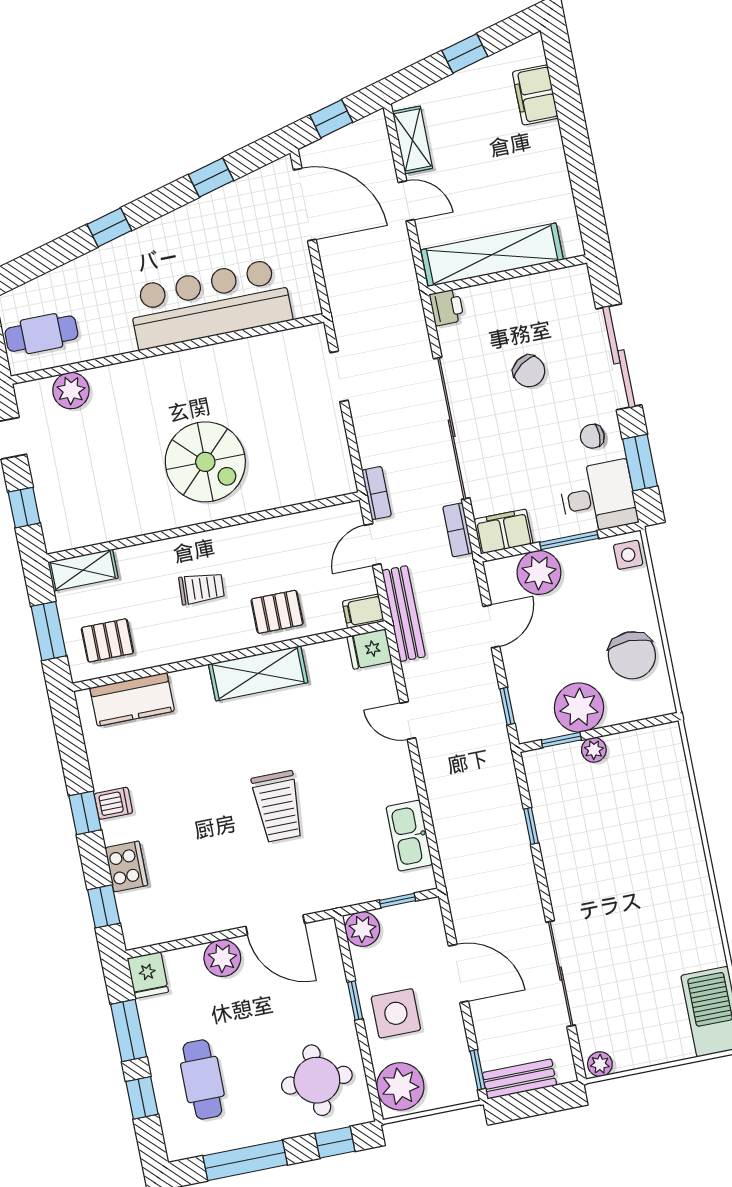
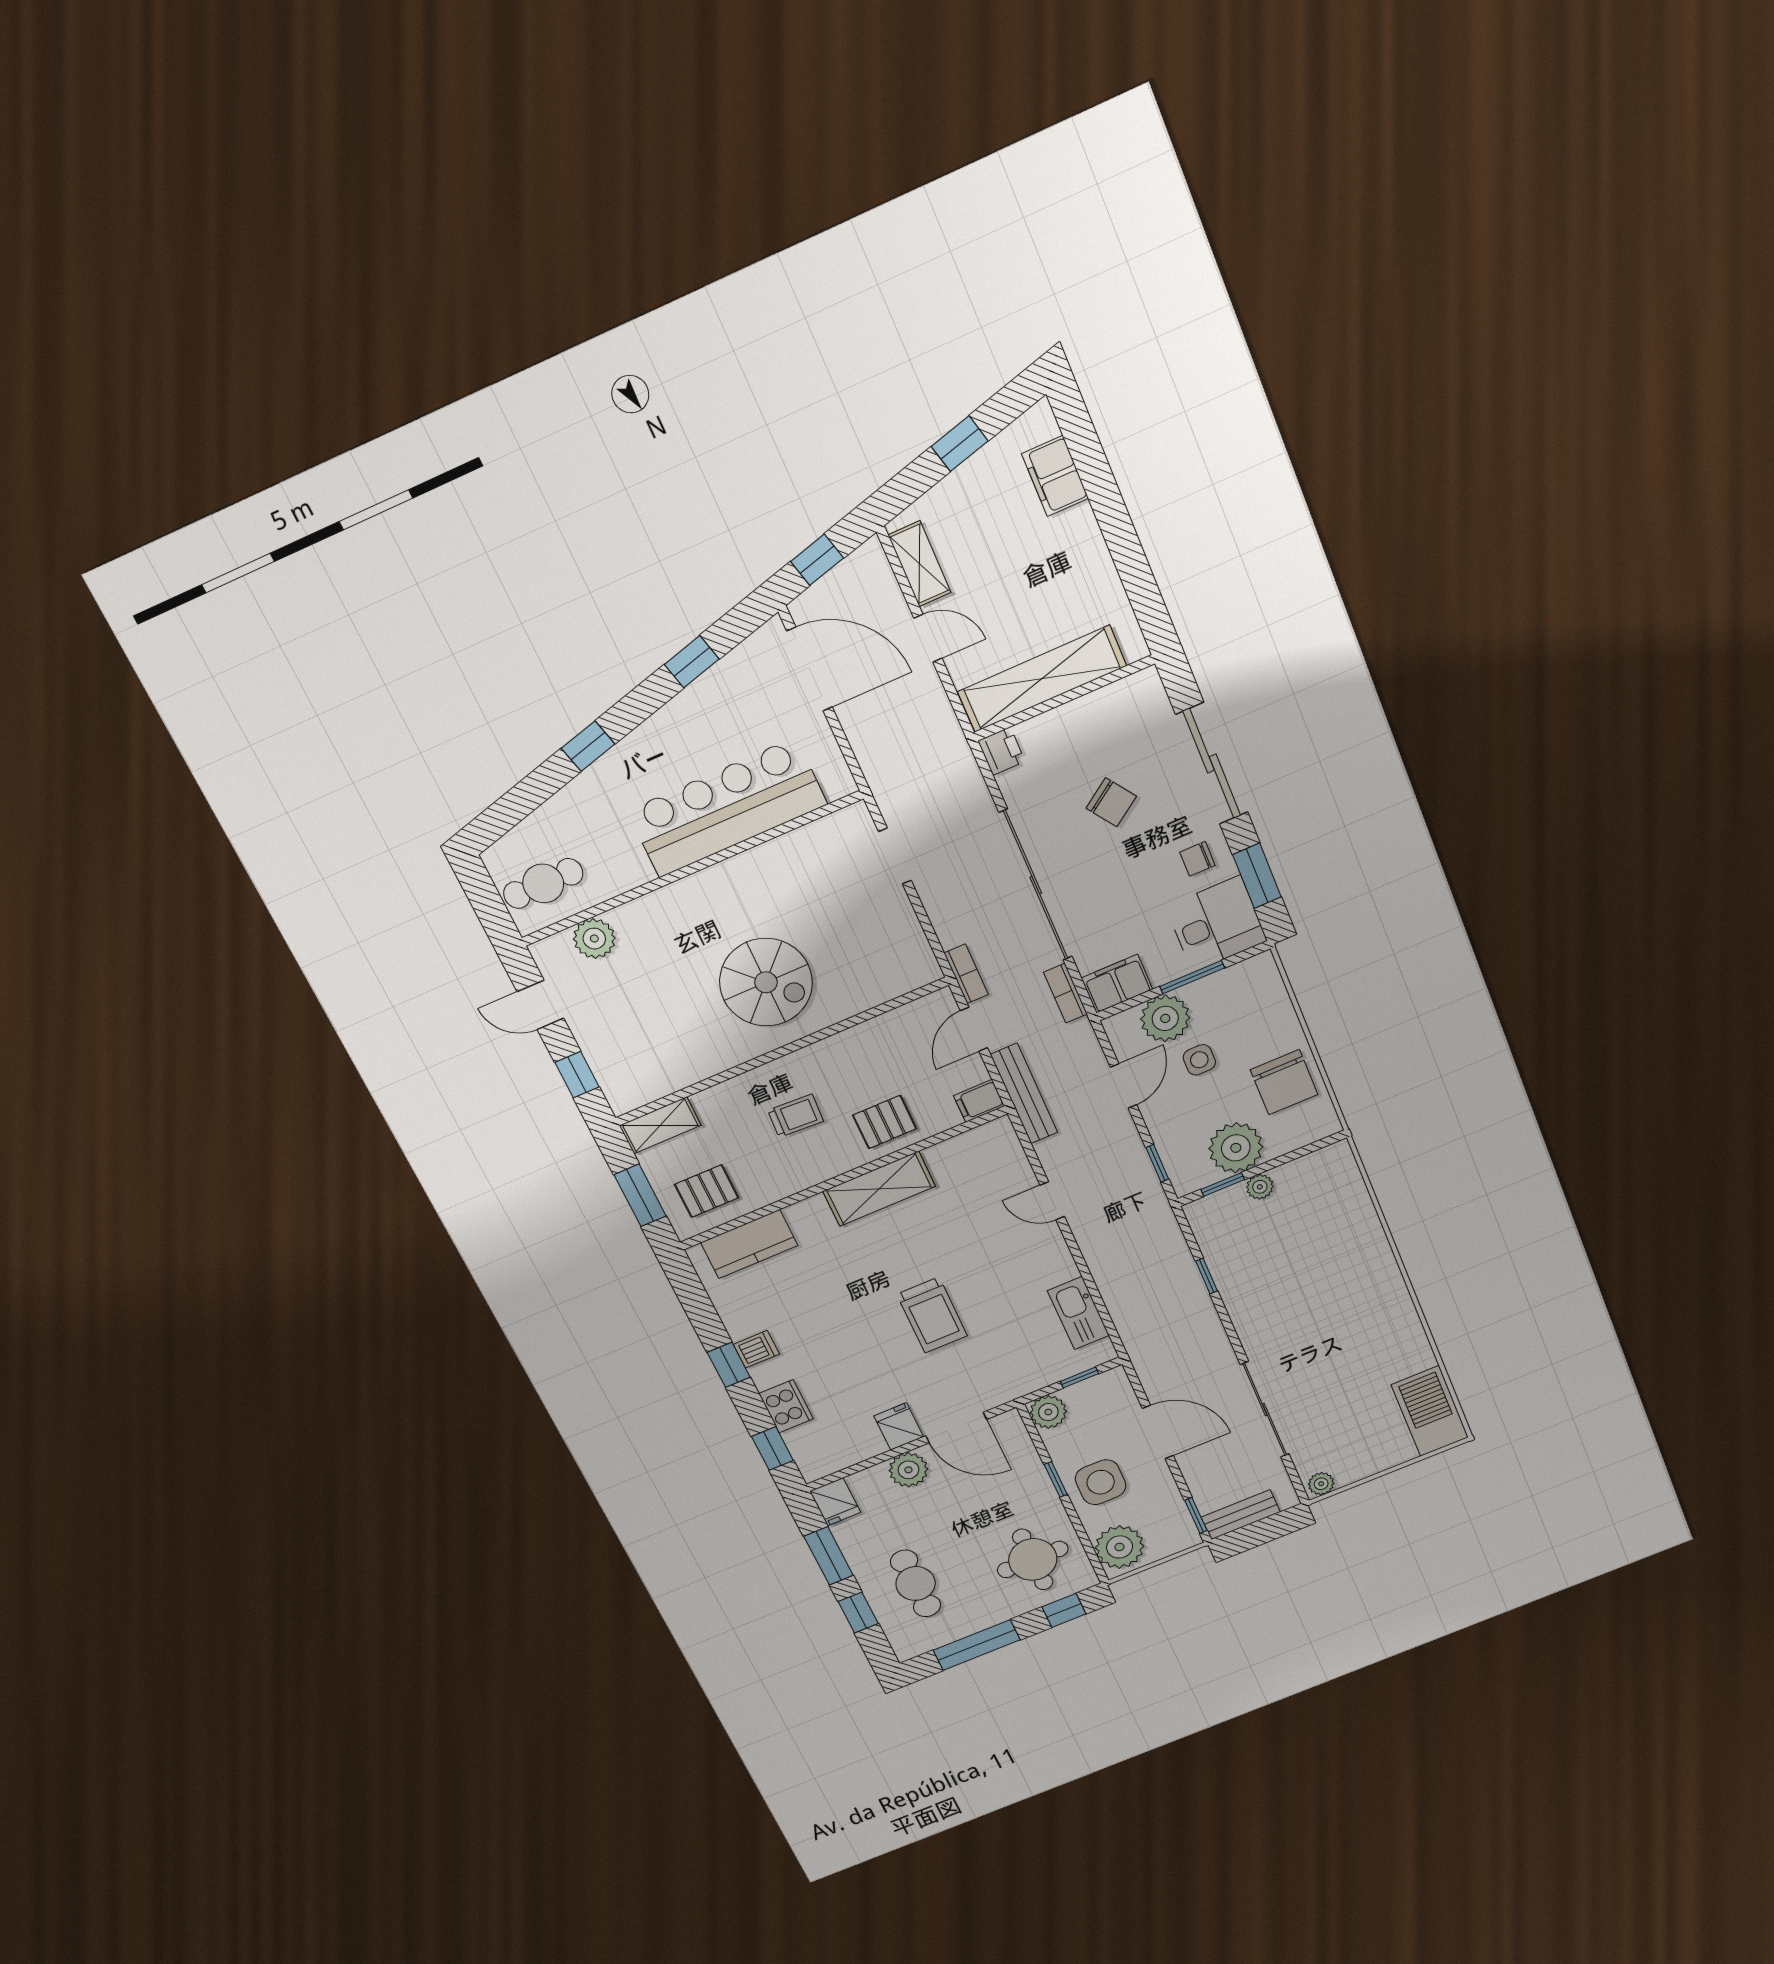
side table: (628, 555) -> (1199, 1060), moved
fridge: (370, 649) -> (899, 1426), moved, turned 90

